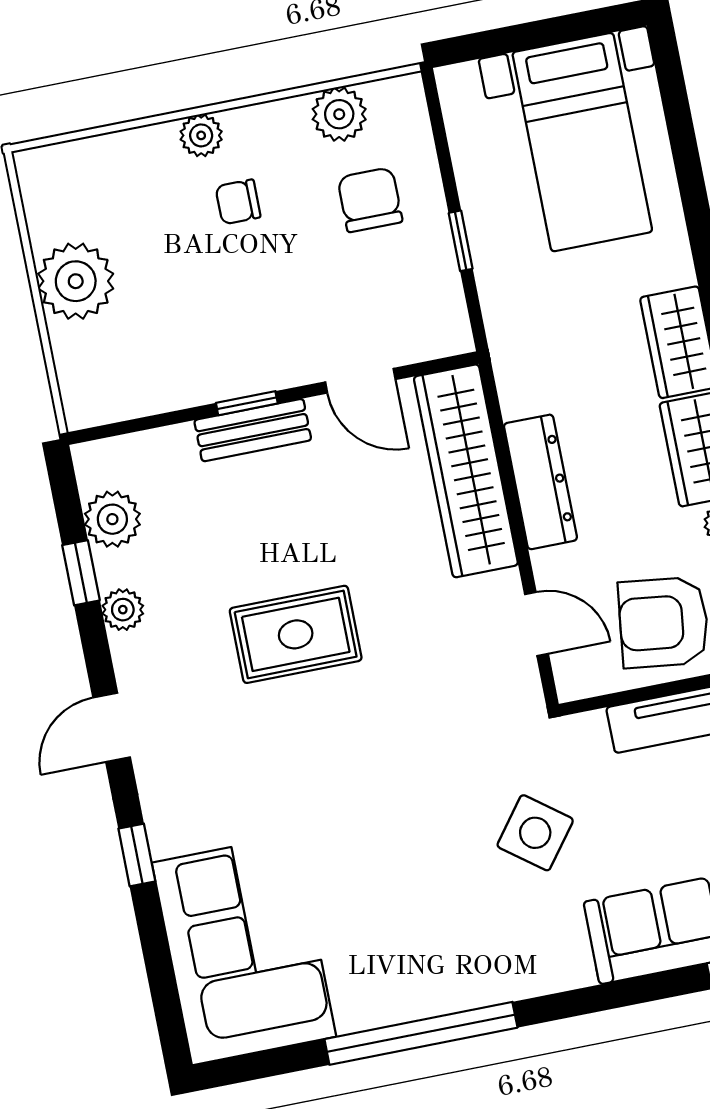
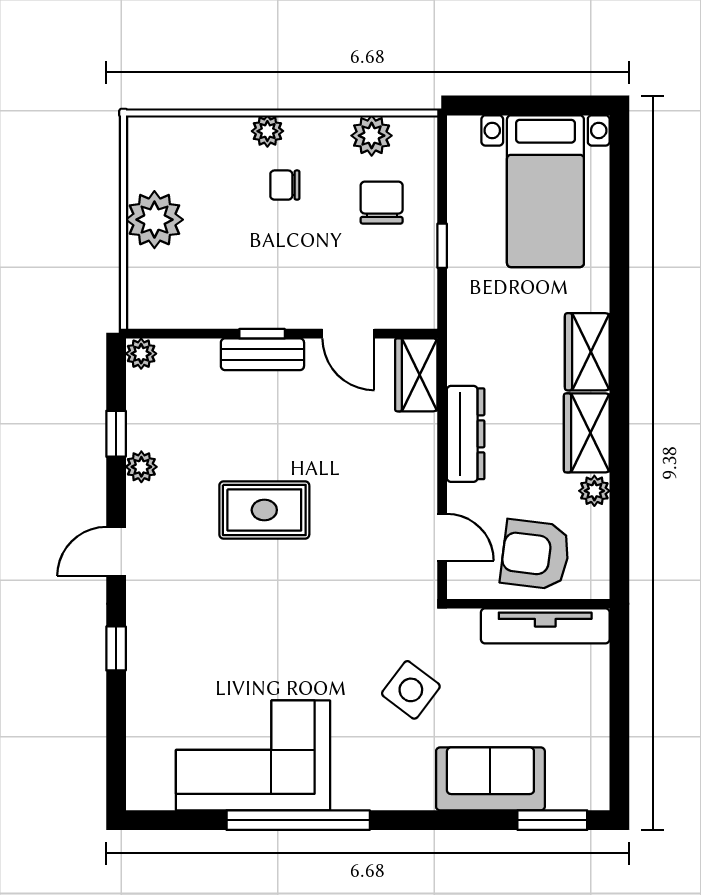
wardrobe: (466, 471) -> (416, 375), width x0.48, depth x0.85
plant: (112, 519) -> (141, 354), moved, width x0.73, depth x0.73
corner sofa: (244, 950) -> (253, 755), moved, turned -90

